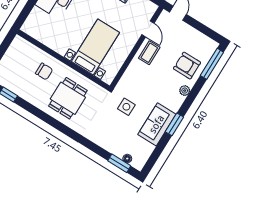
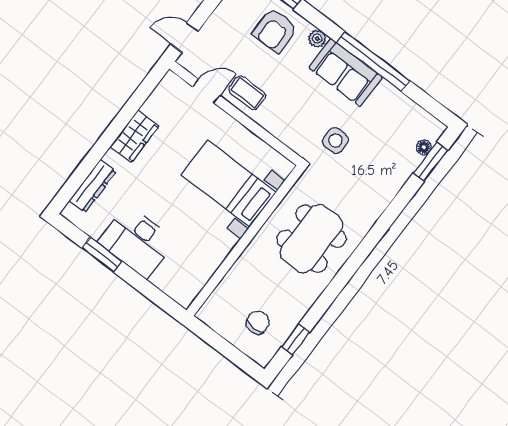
chair: (44, 71) -> (258, 322), moved
dining table: (68, 98) -> (311, 239), width x1.37
sofa: (157, 124) -> (346, 72), moved
window: (174, 124) -> (373, 62), width x2.11

